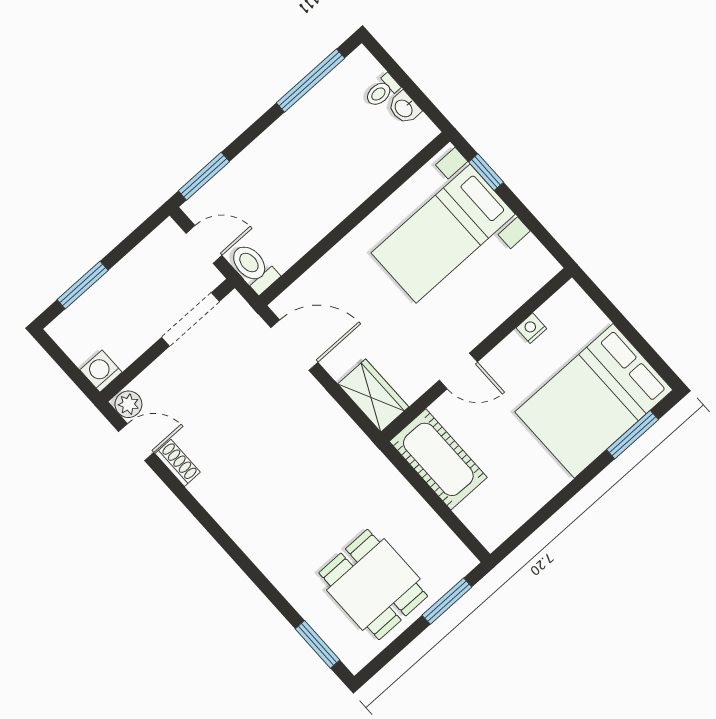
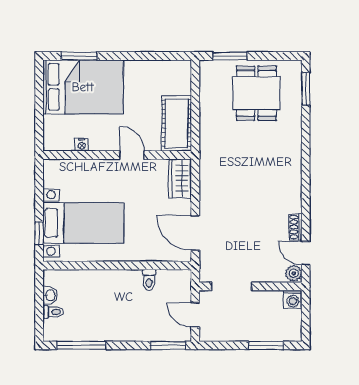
toilet: (254, 268) -> (149, 280), moved, width x0.73, depth x0.72

